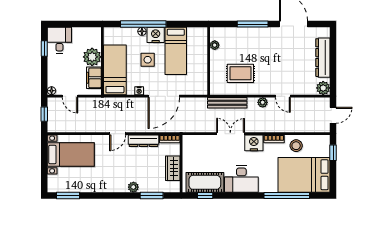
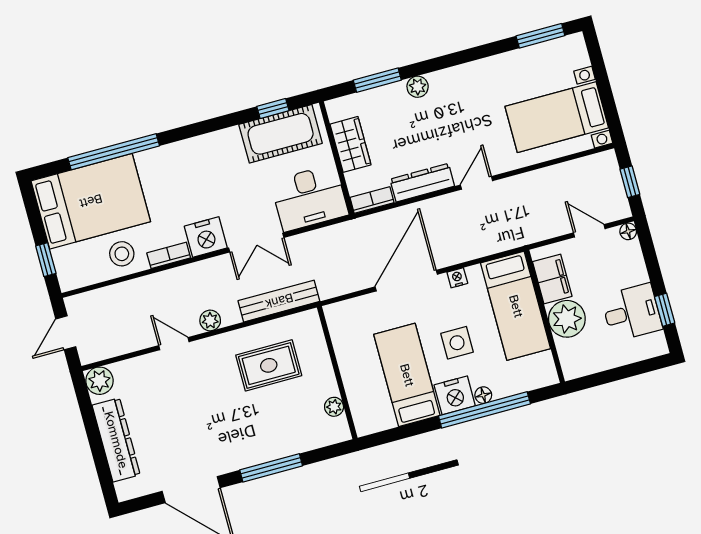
desk: (59, 40) -> (632, 312), moved, turned -90
desk: (241, 179) -> (309, 198), moved, turned 180

